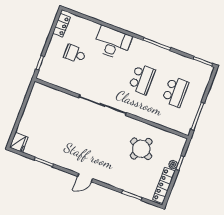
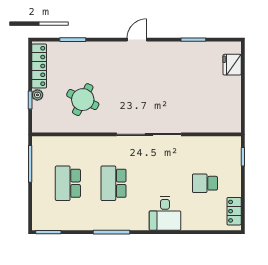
desk: (113, 43) -> (165, 213), width x0.73
school desk: (75, 54) -> (205, 183), turned 180
fridge: (19, 142) -> (232, 65), moved

